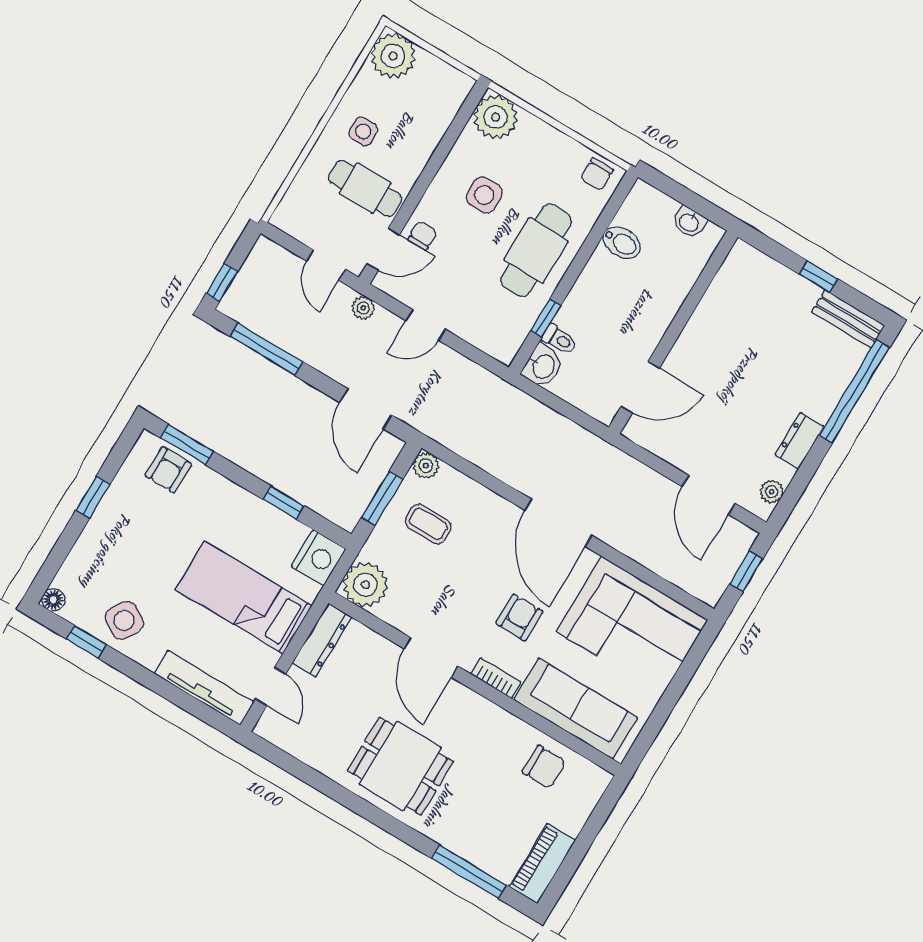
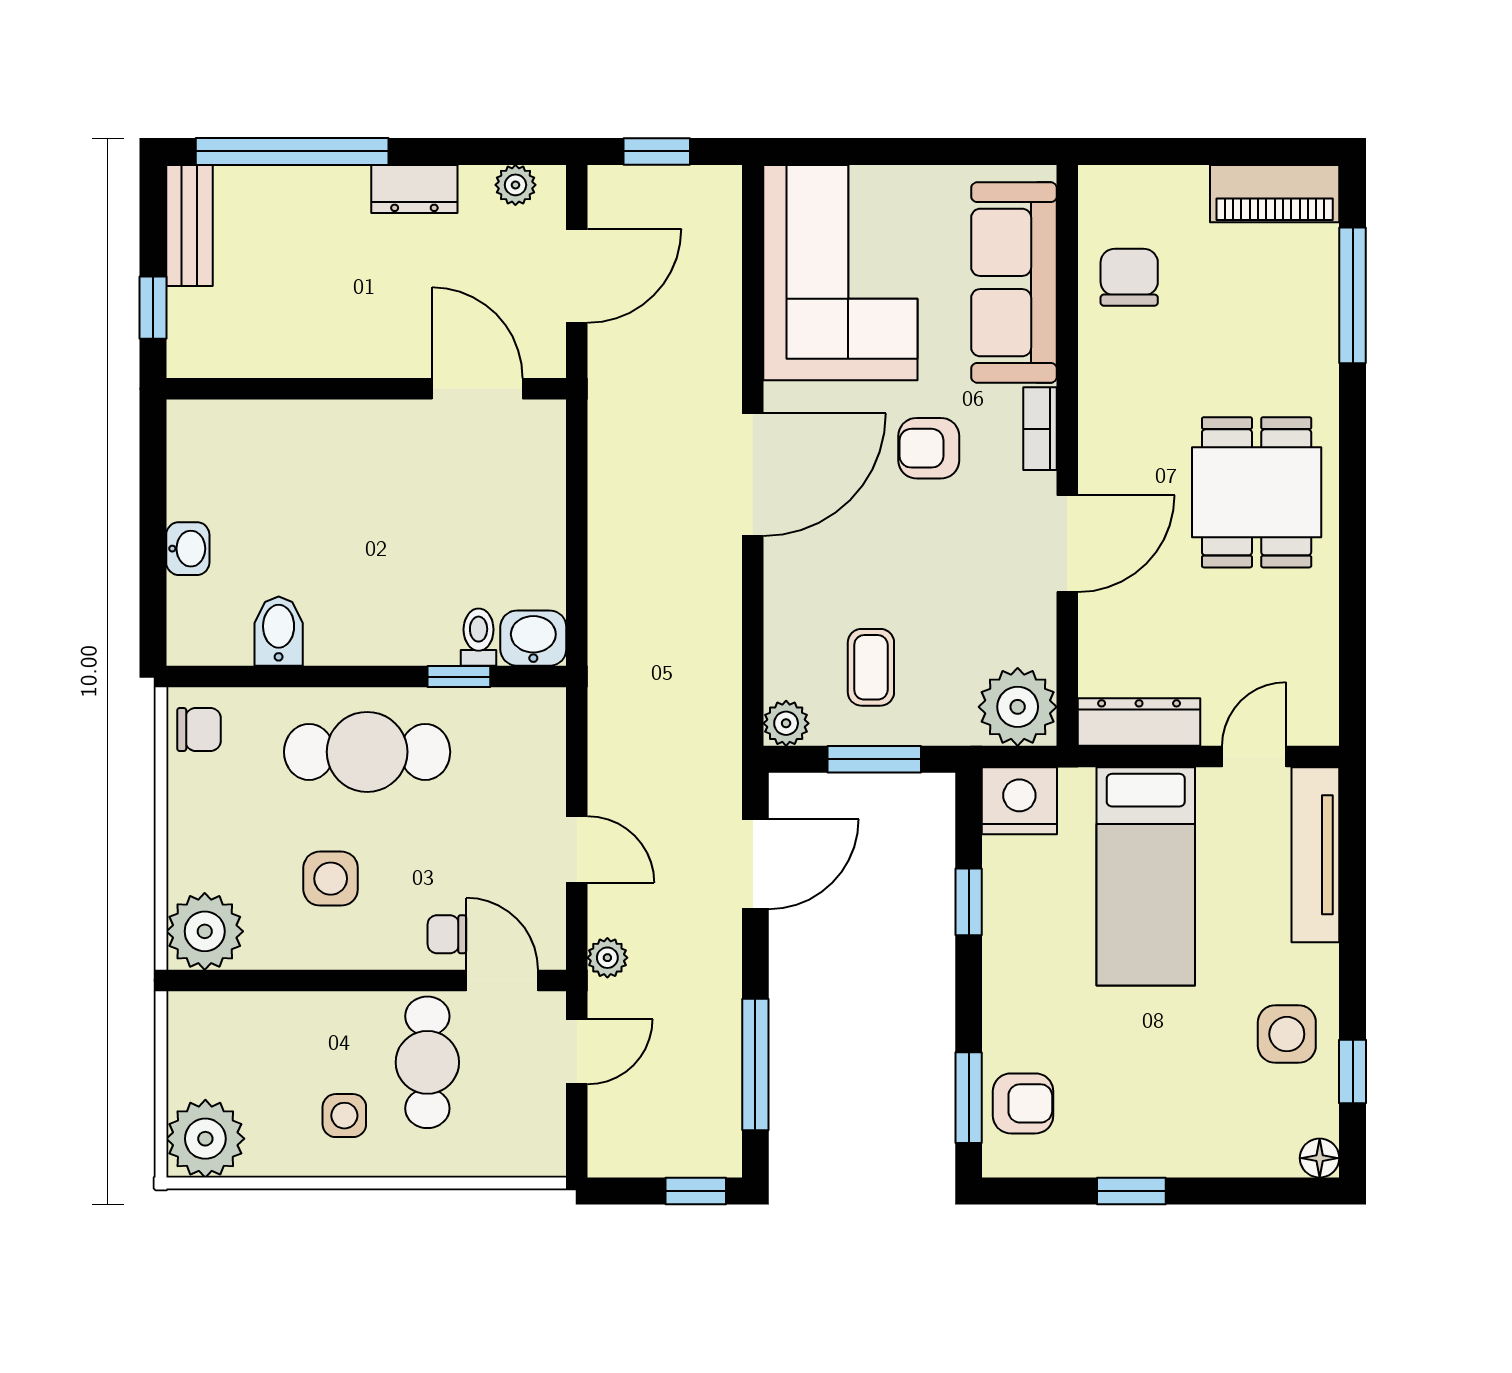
wall: (673, 332) -> (366, 389), moved
door: (640, 387) -> (477, 389), moved
side table: (124, 620) -> (1287, 1034), turned -33

